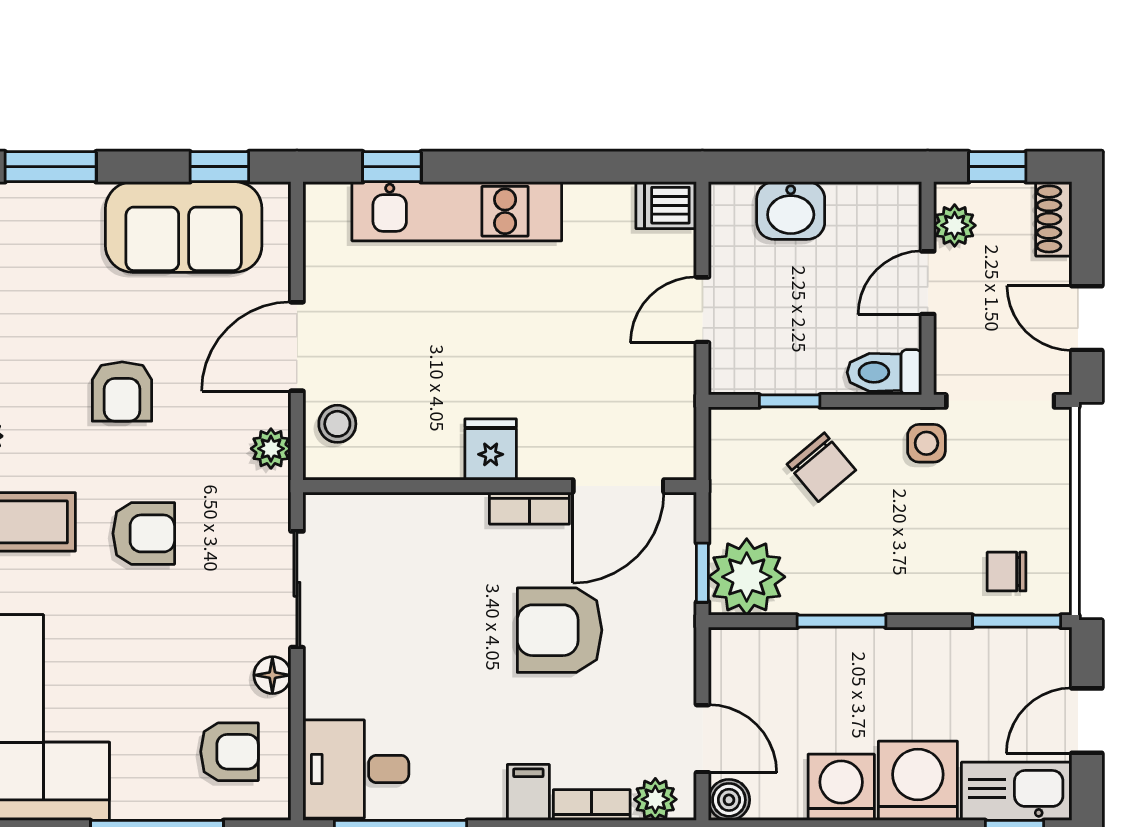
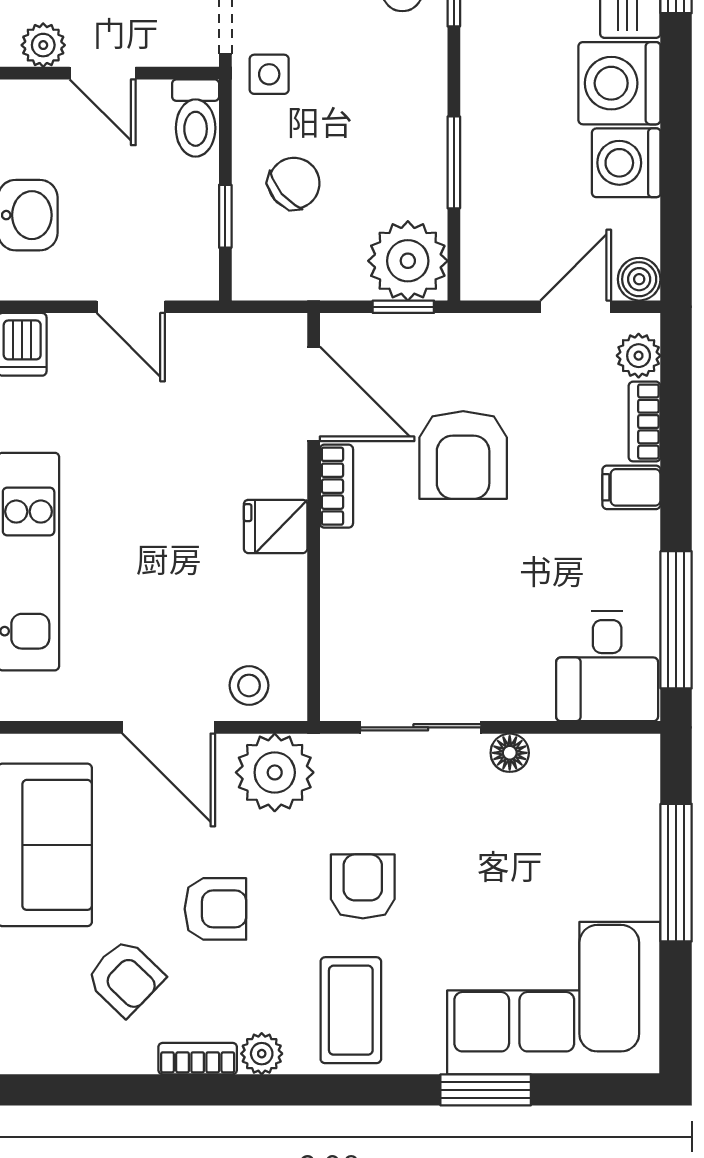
plant: (271, 449) -> (275, 772), width x1.88, depth x1.88
armchair: (229, 752) -> (125, 978), moved, turned 134

